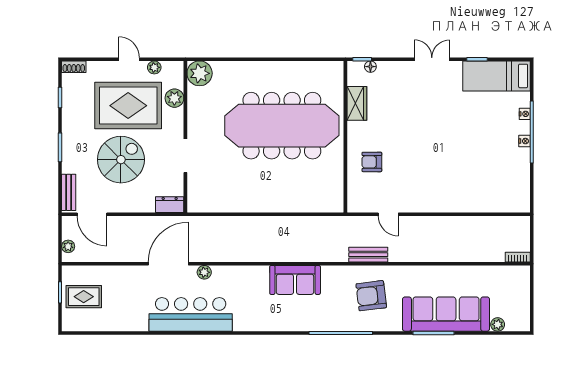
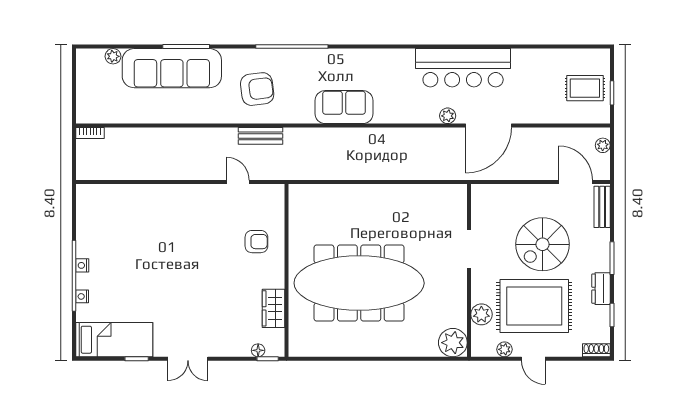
dresser: (170, 205) -> (601, 289), moved, turned 90

